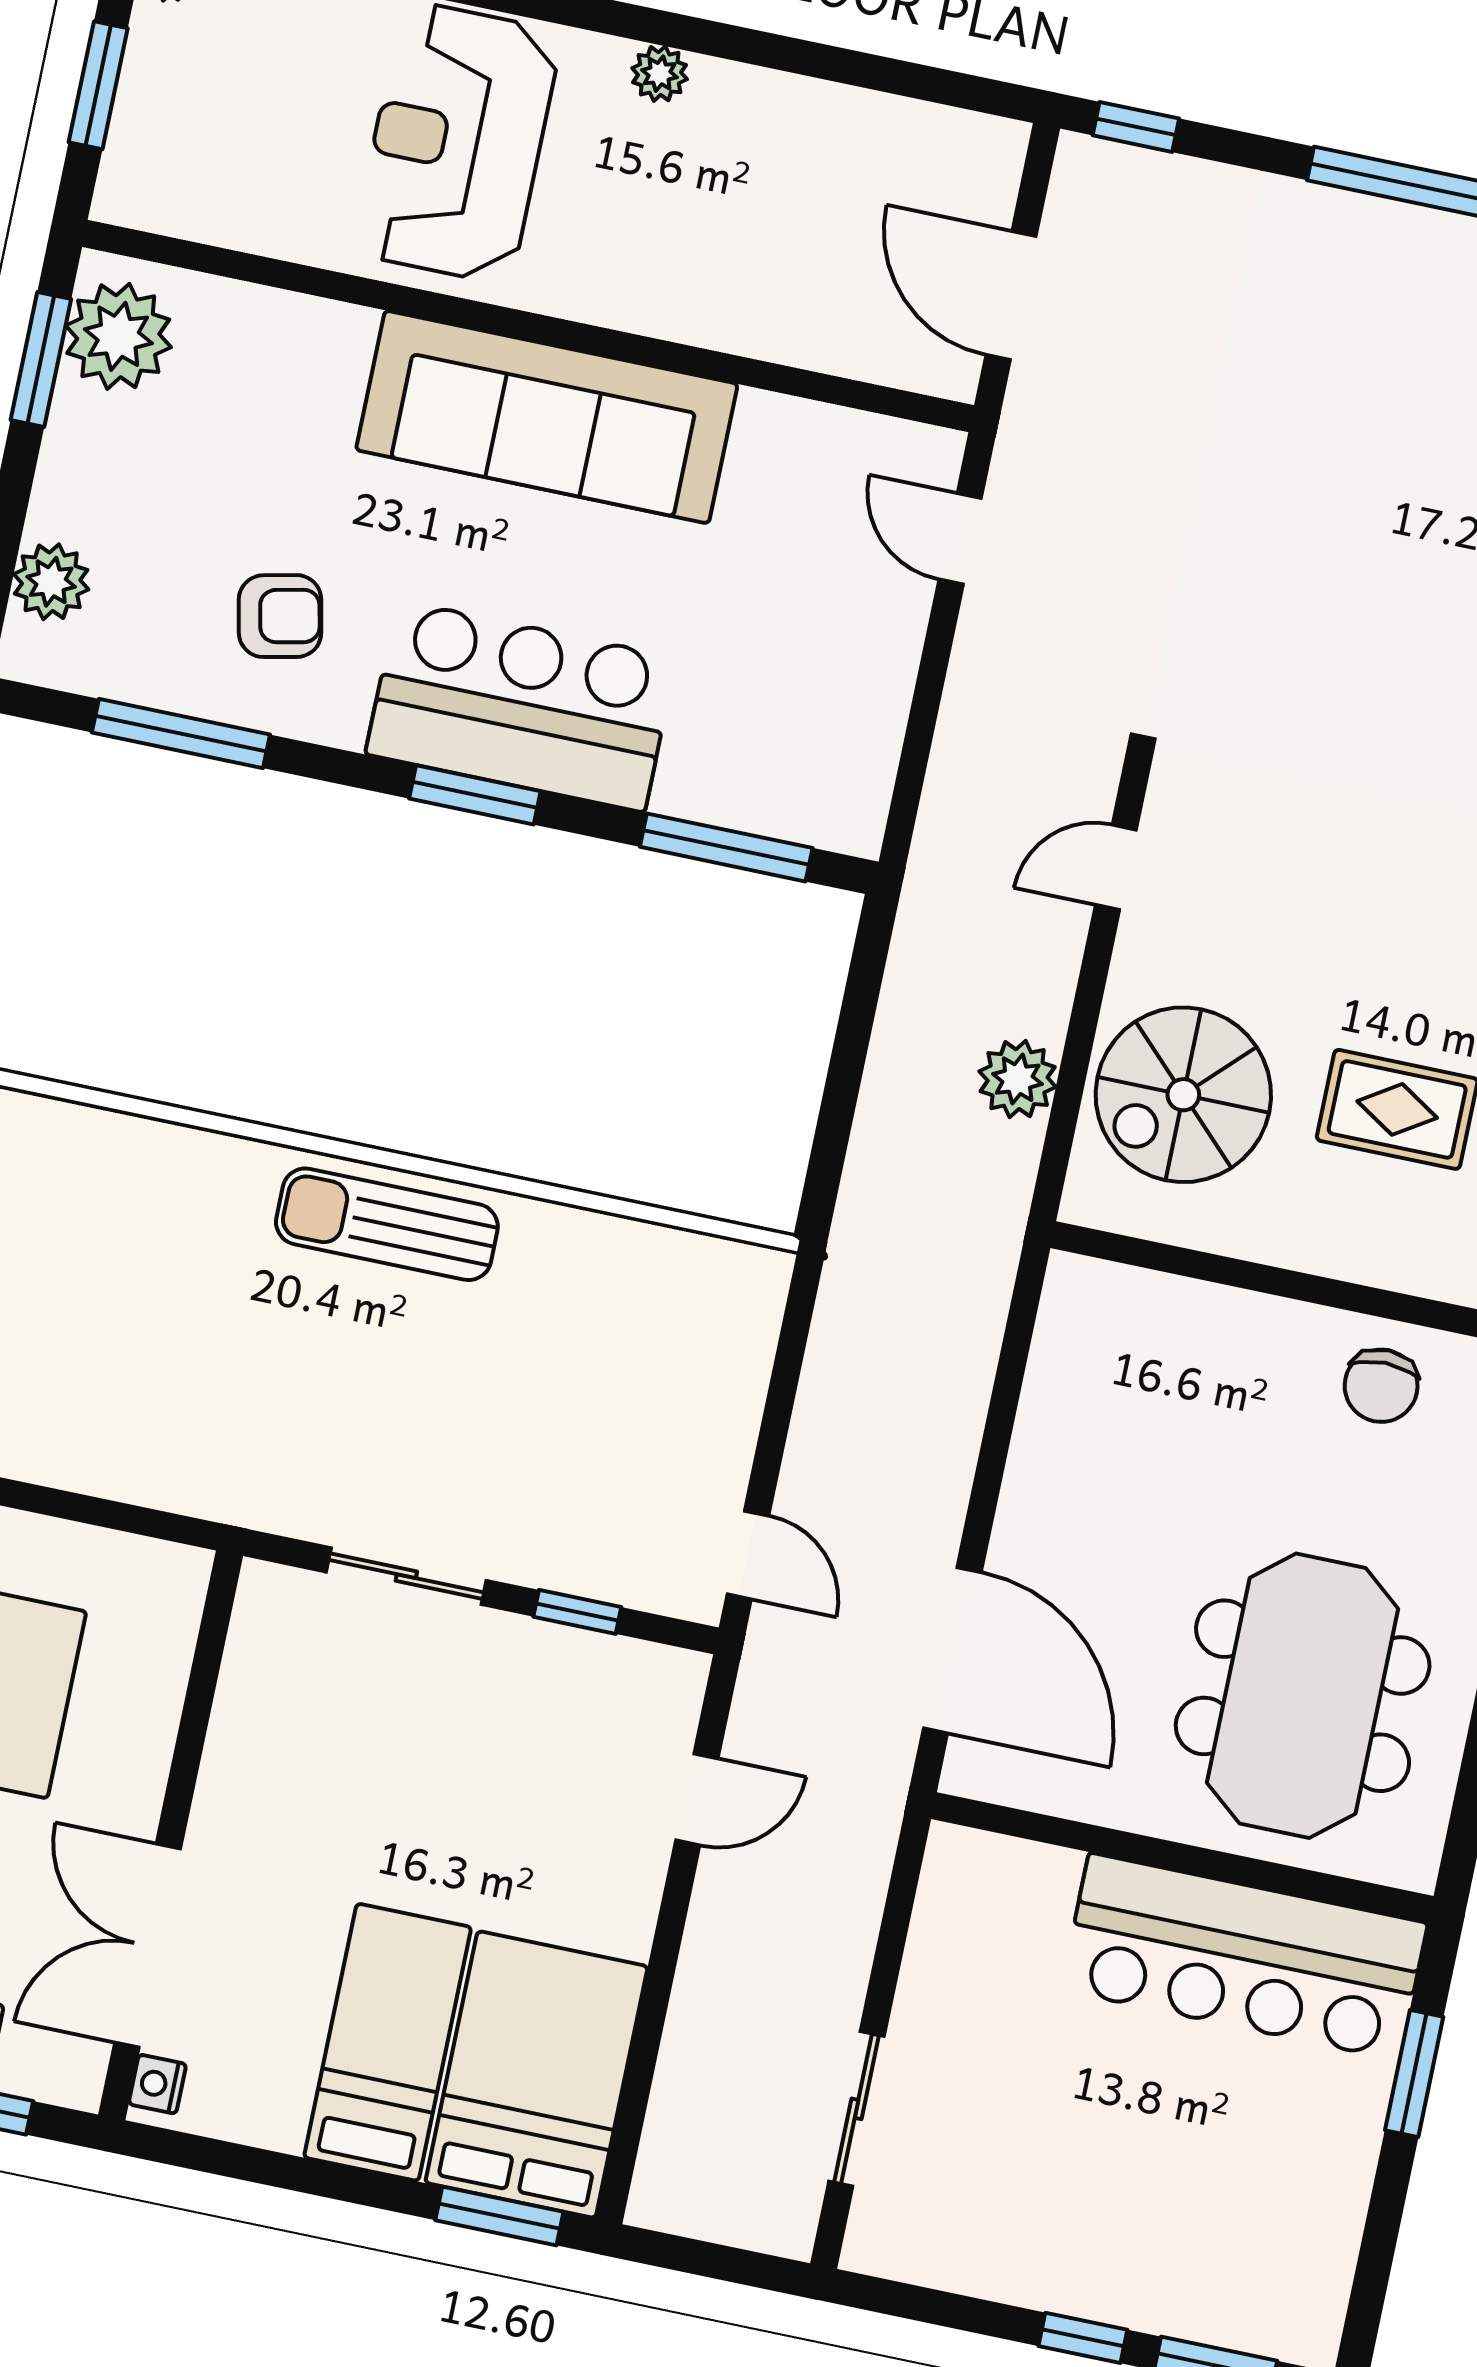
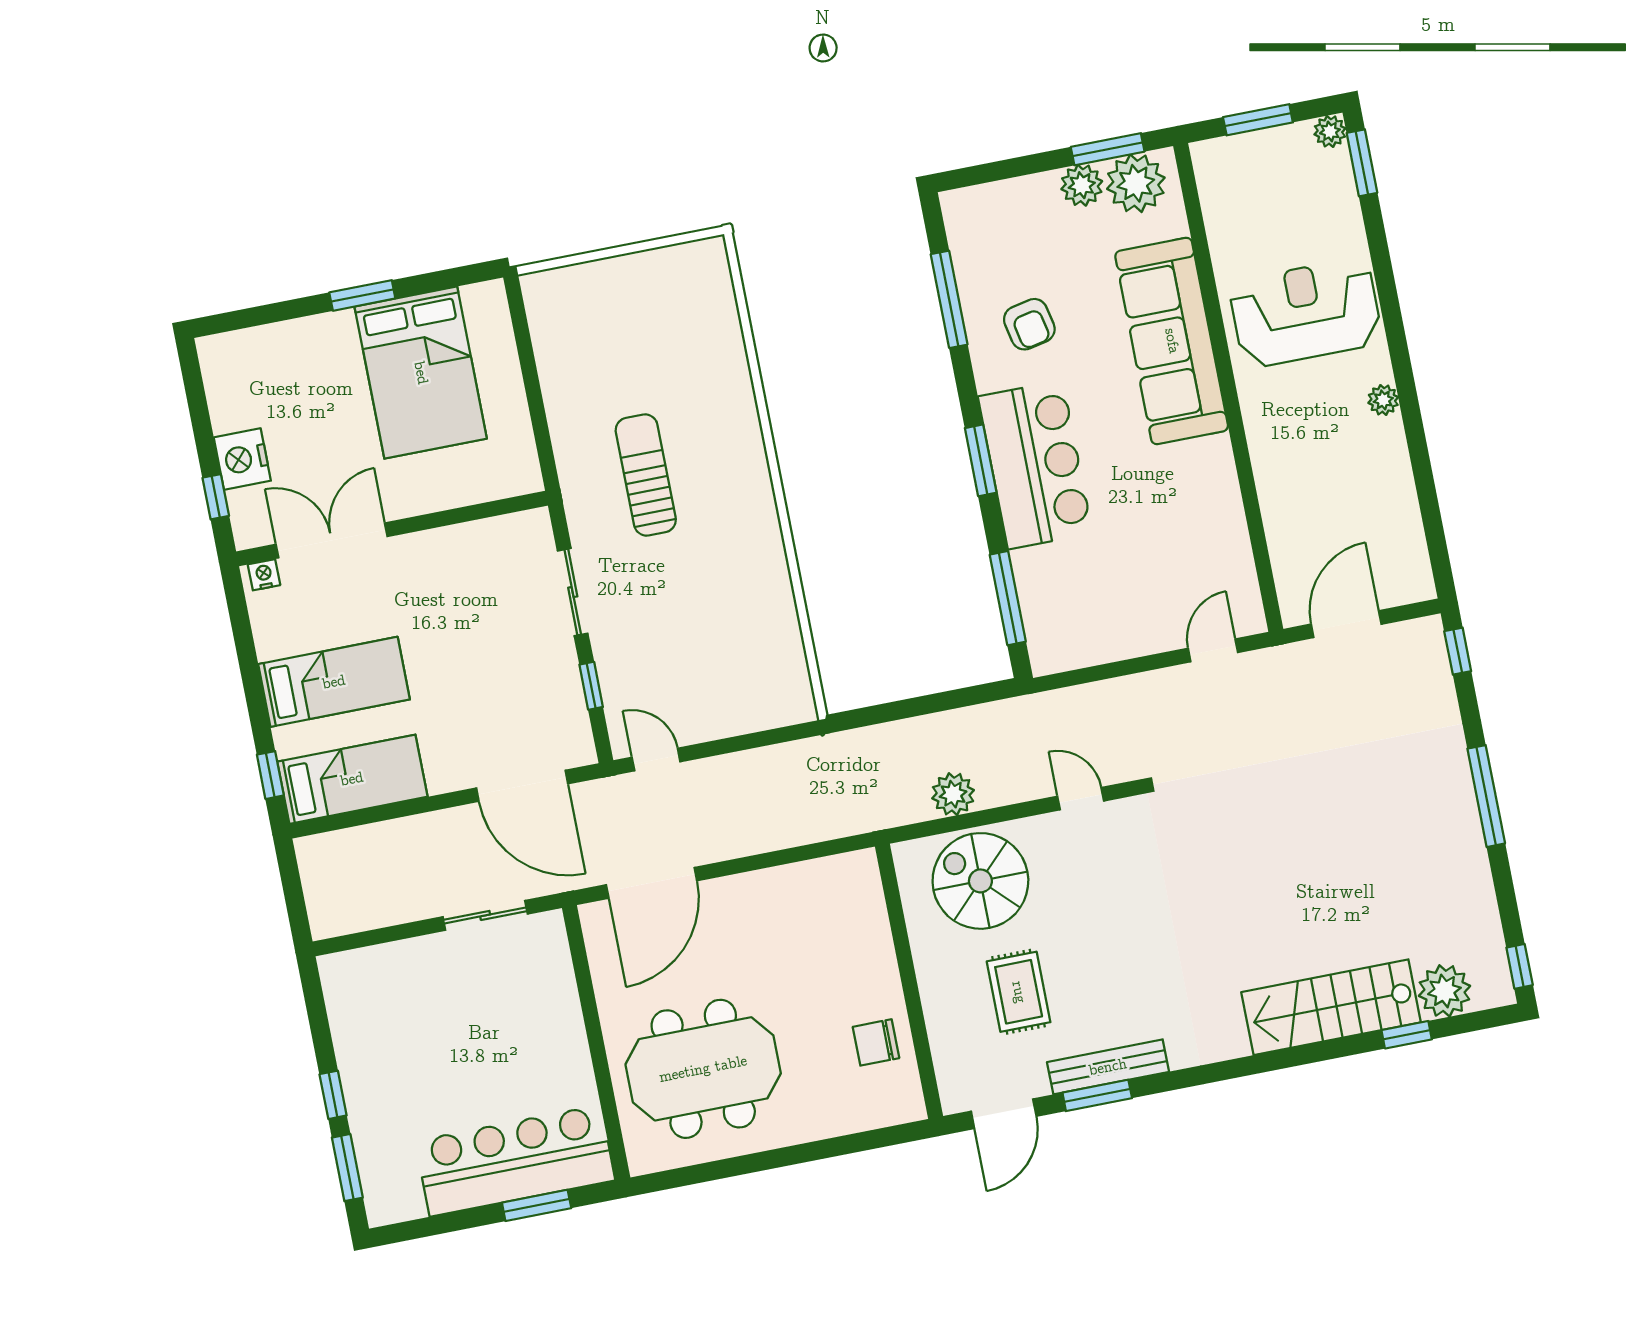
sofa: (547, 417) -> (1172, 341), moved
plant: (51, 582) -> (1082, 185), moved
sun lounger: (387, 1224) -> (646, 475), moved
door: (748, 1555) -> (656, 760), swing flipped
door: (697, 1799) -> (522, 786), width x1.87
bar counter: (1244, 1956) -> (515, 1161), moved, turned 90
bed: (536, 2075) -> (352, 779), width x0.67
sliding door: (856, 2109) -> (485, 915), moved
window: (499, 2216) -> (270, 775), width x0.67

